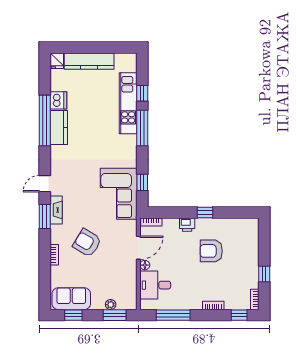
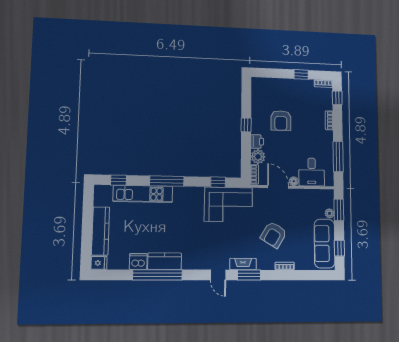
window: (142, 93) -> (119, 180), moved
plant: (171, 226) -> (258, 157), added
sofa: (71, 299) -> (325, 244), width x1.36

